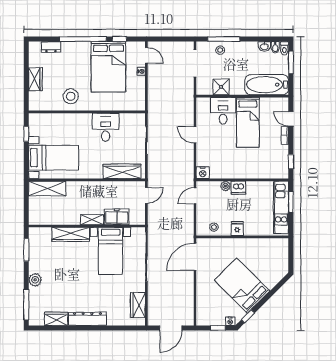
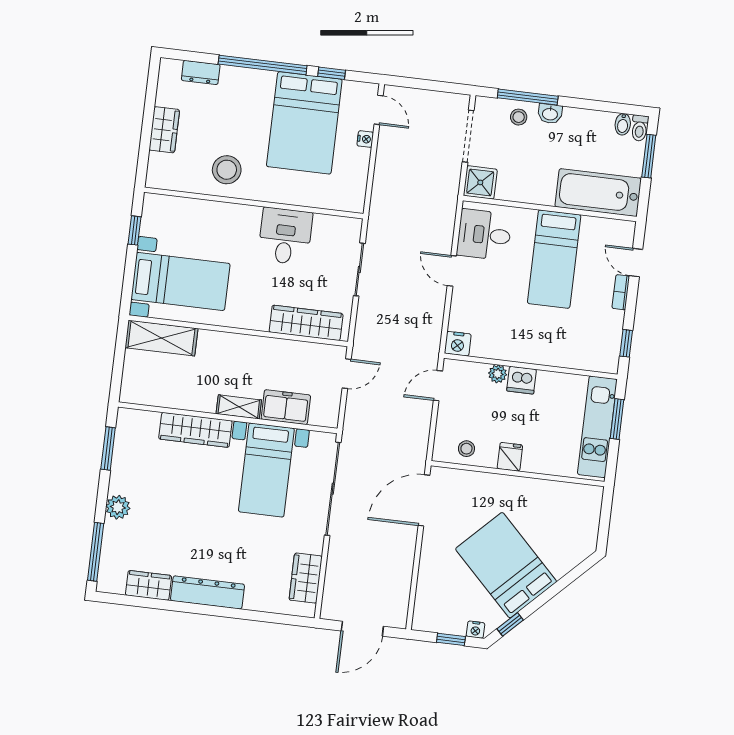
washbasin: (264, 46) -> (550, 114), moved
shower: (221, 87) -> (480, 182), moved
desk: (223, 111) -> (484, 235), moved, turned -90

